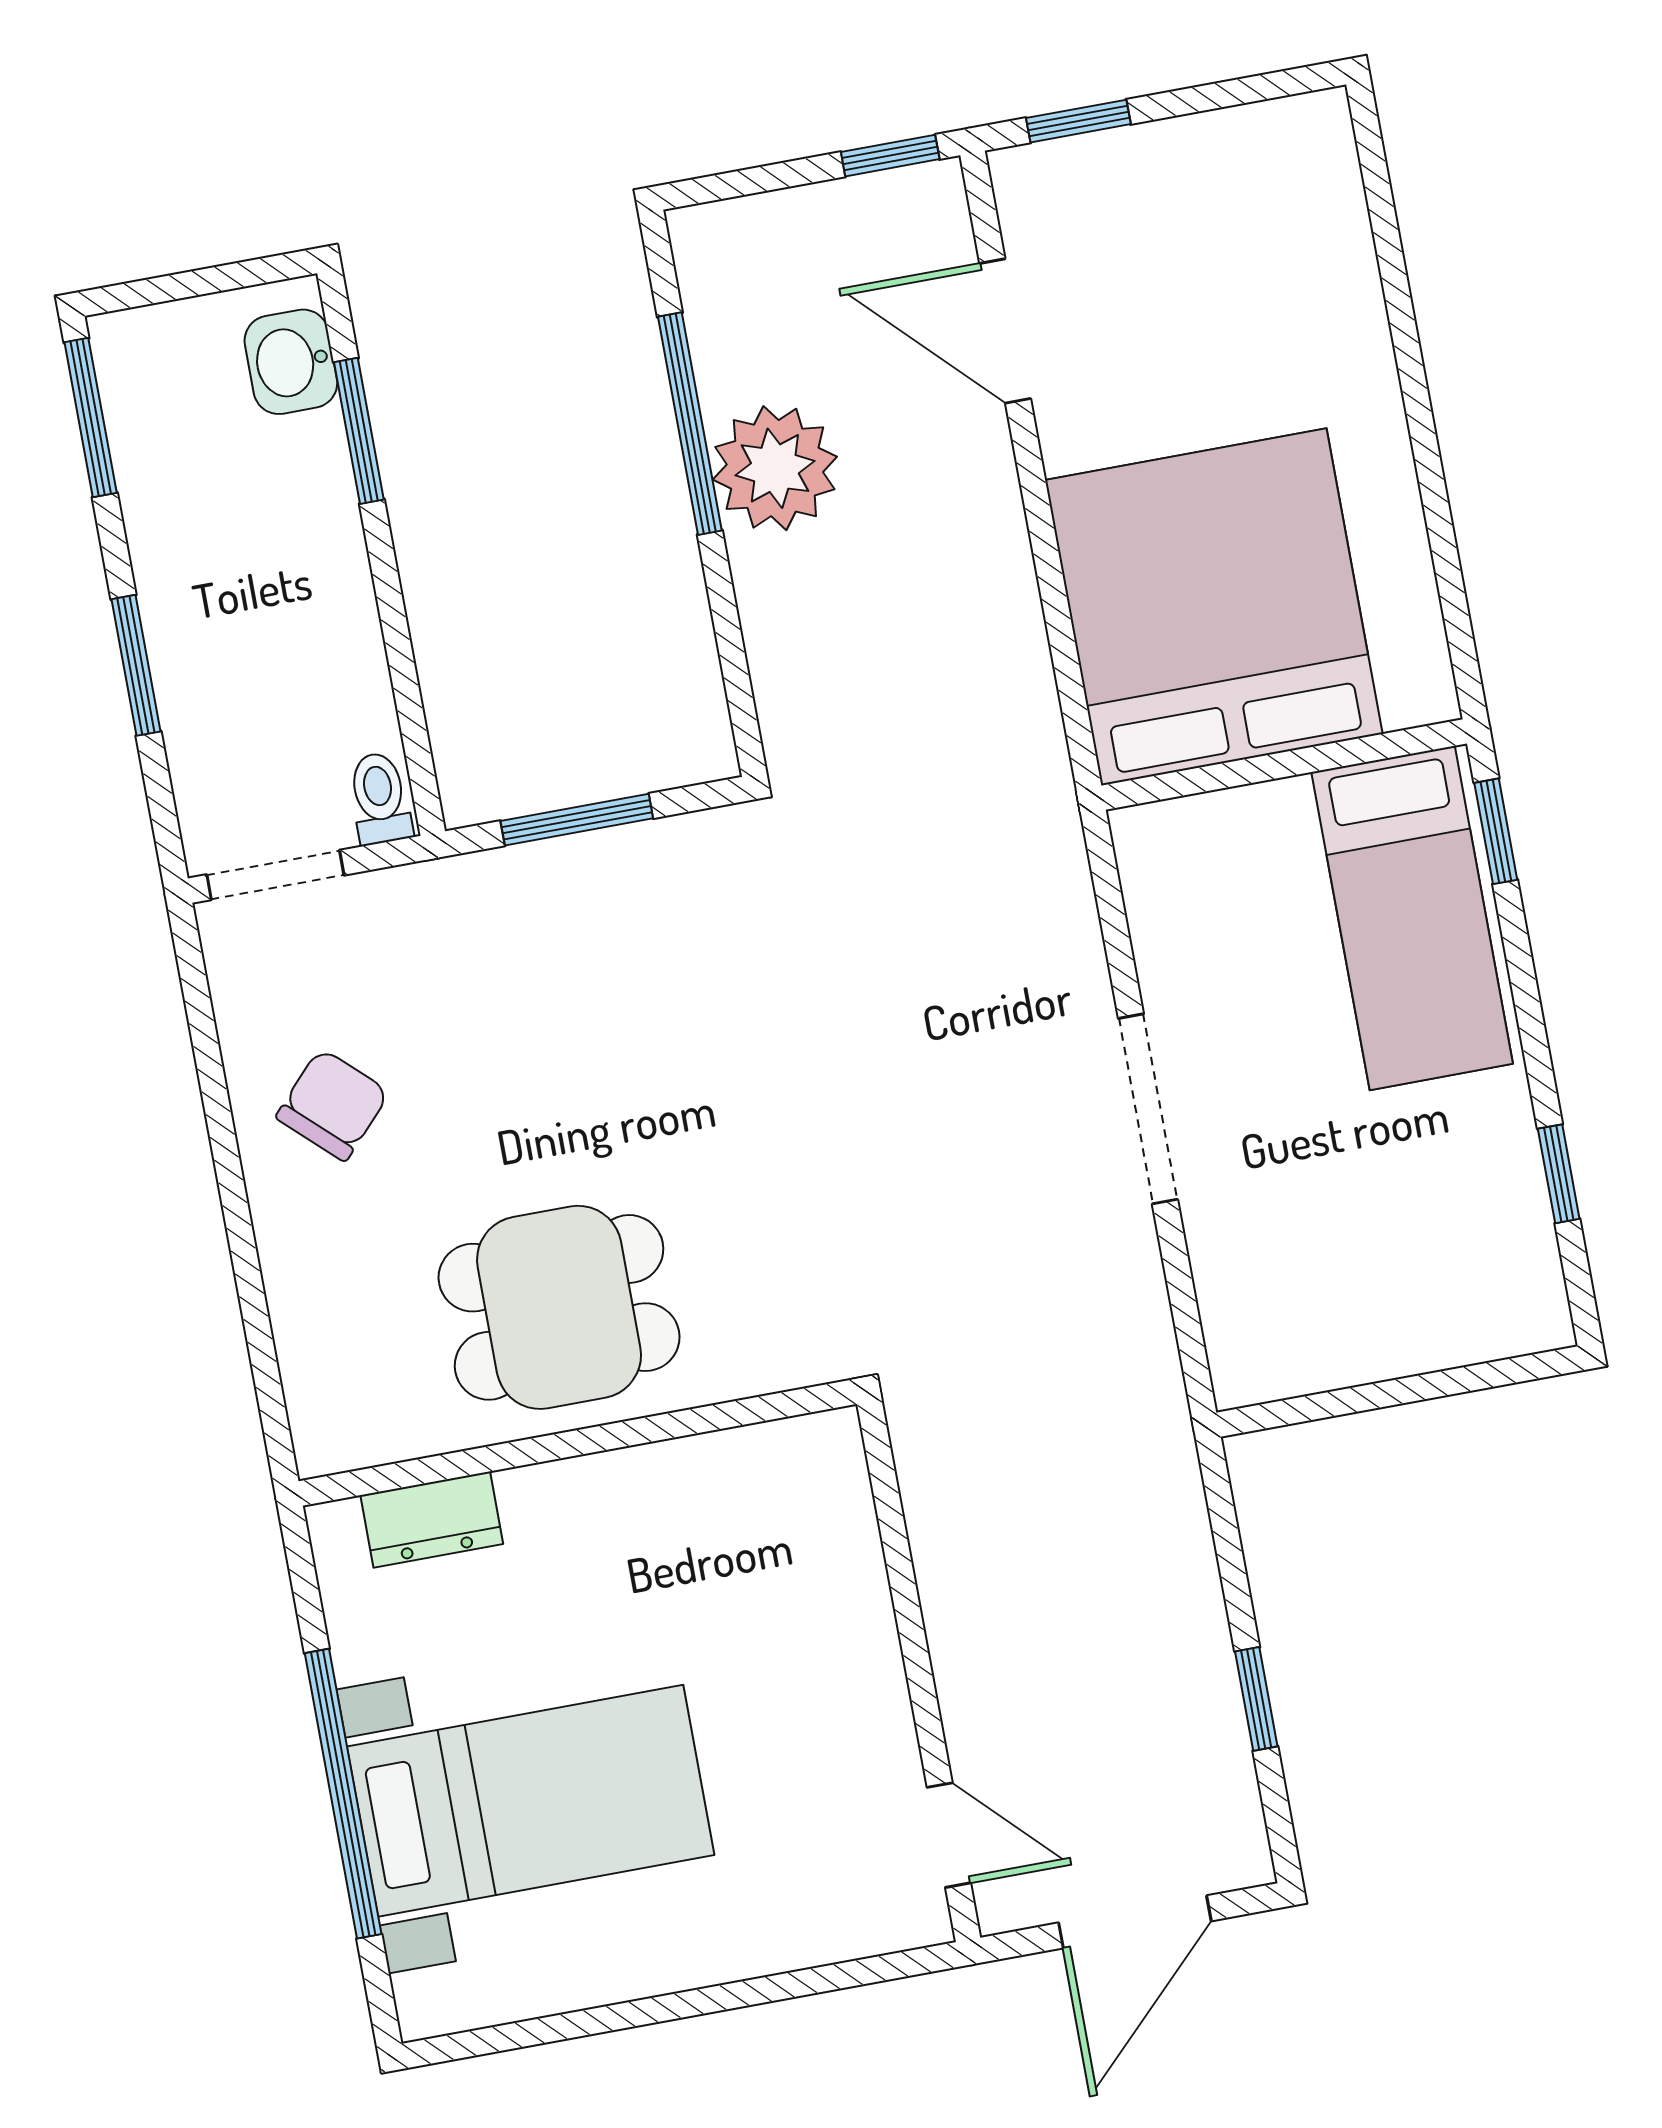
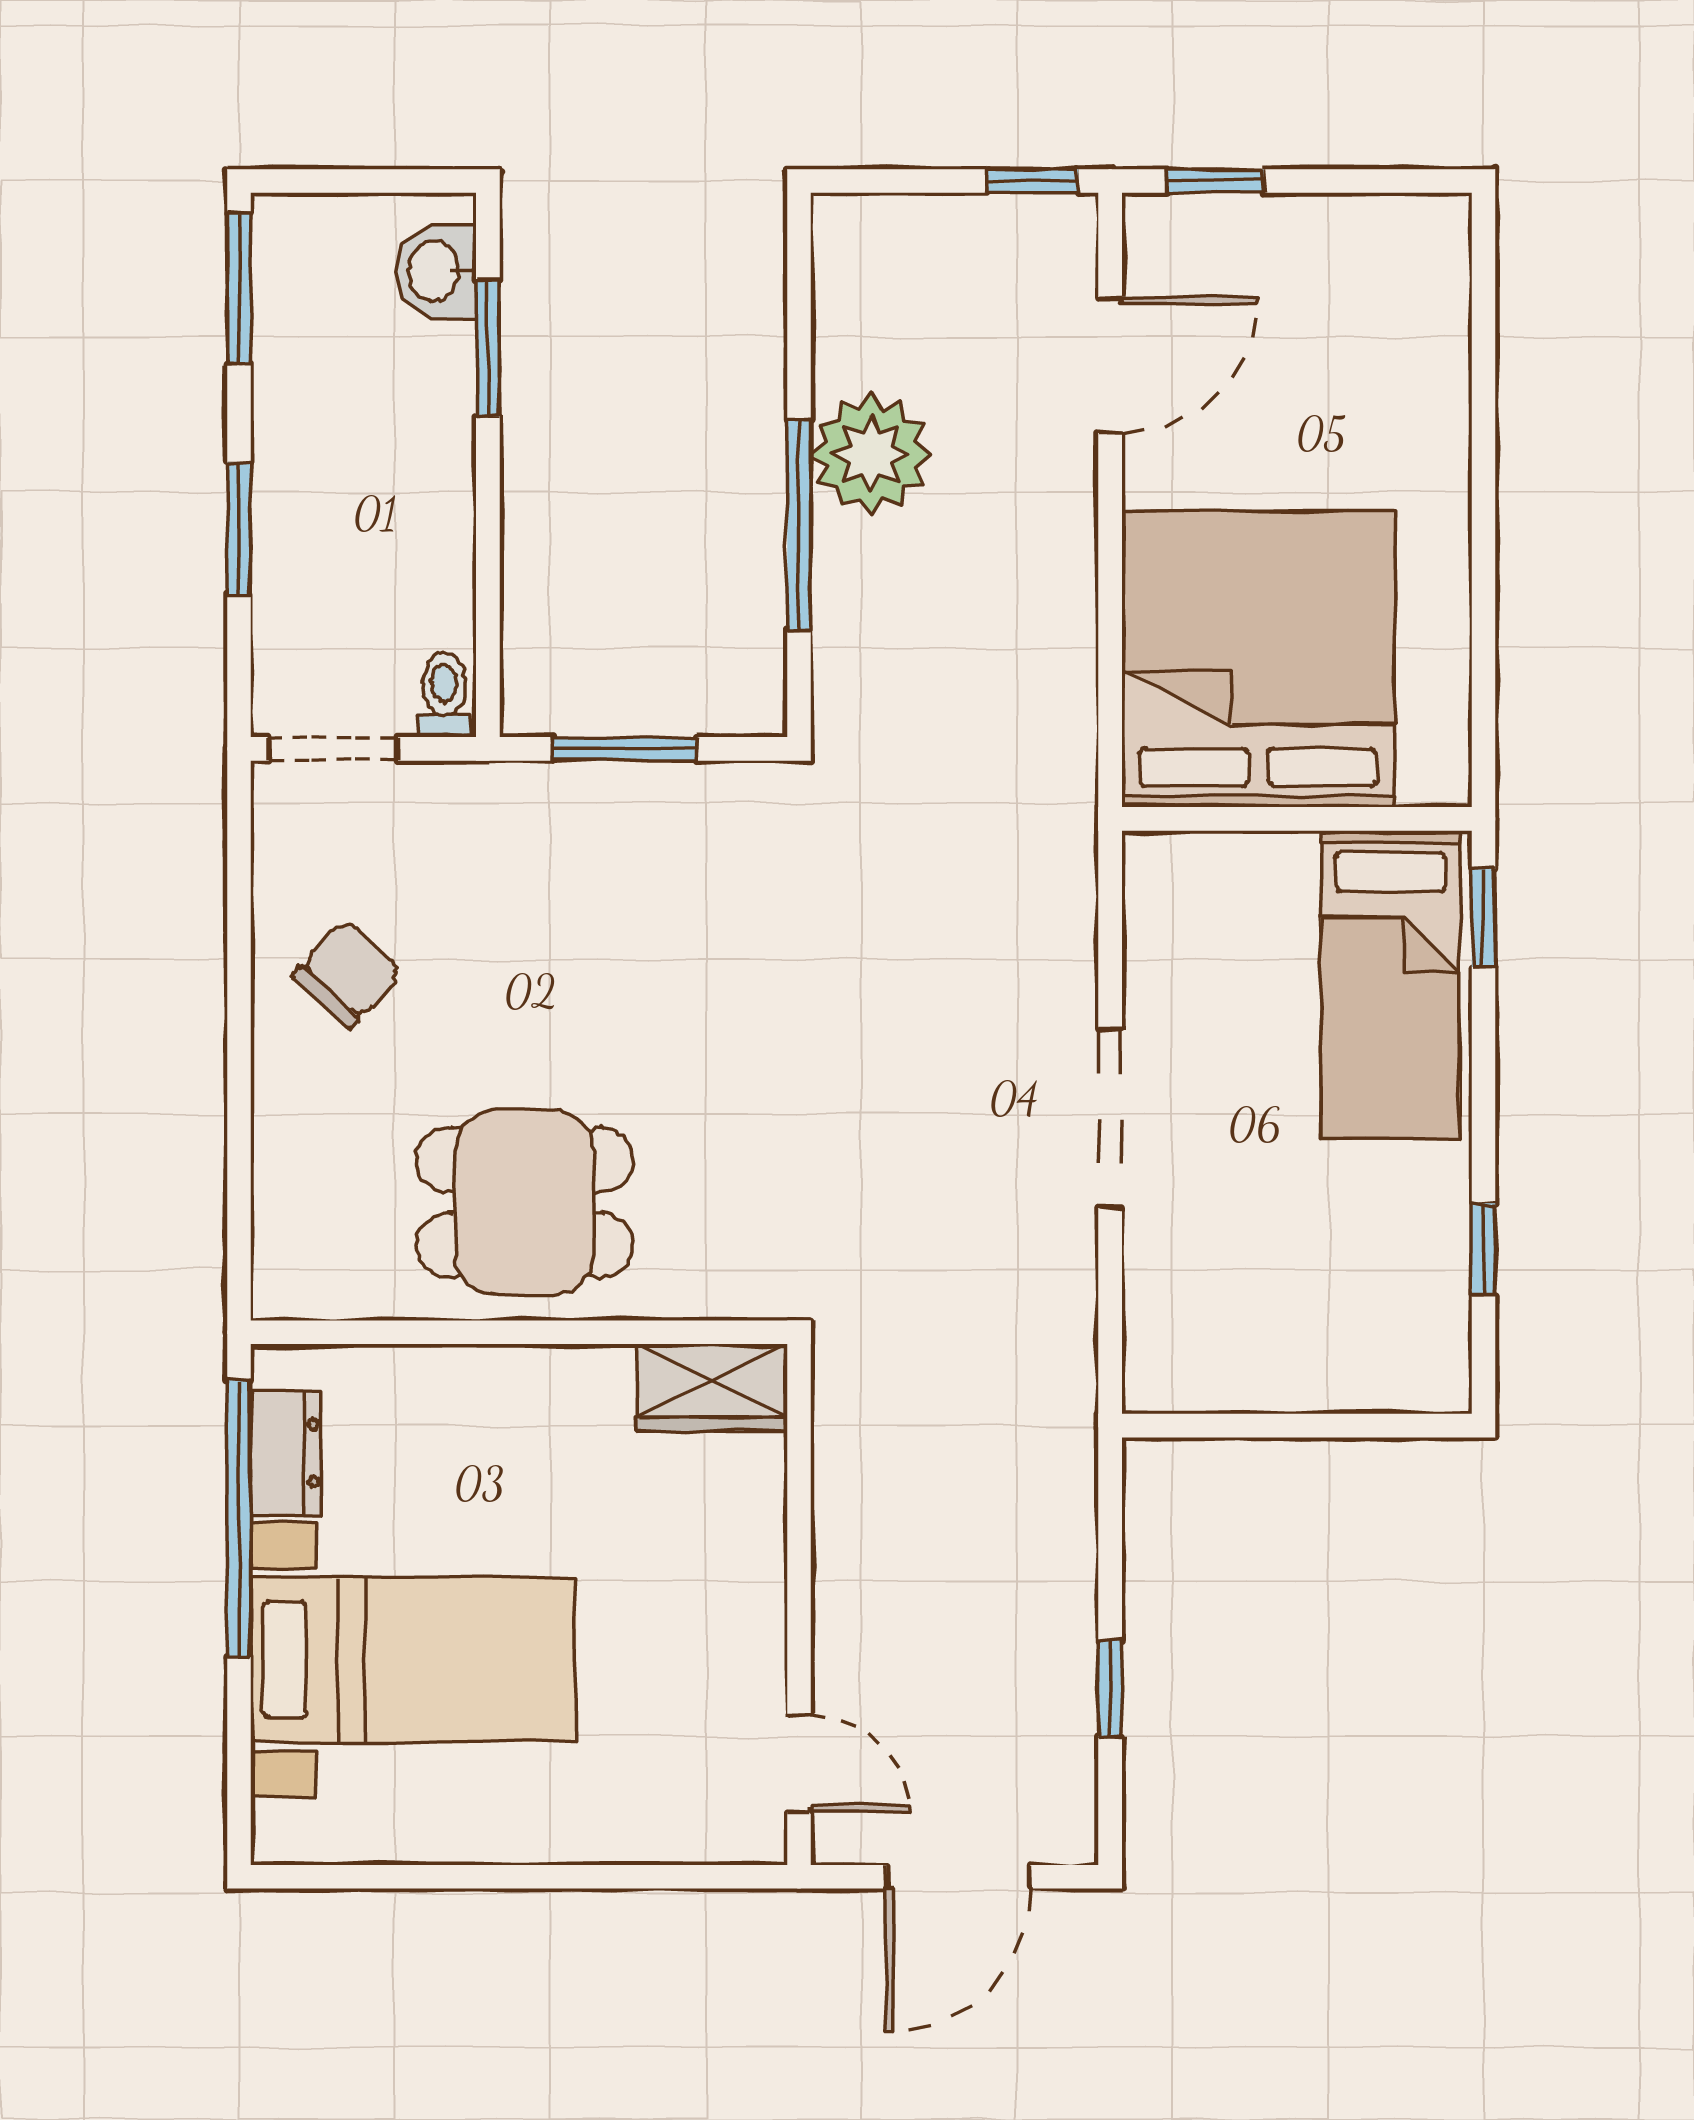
door: (1005, 331) -> (1110, 365), swing flipped
window: (690, 424) -> (799, 525), moved
wardrobe: (788, 1463) -> (712, 1387), added
dresser: (432, 1519) -> (286, 1453), moved, turned -90
window: (343, 1794) -> (239, 1518), moved

